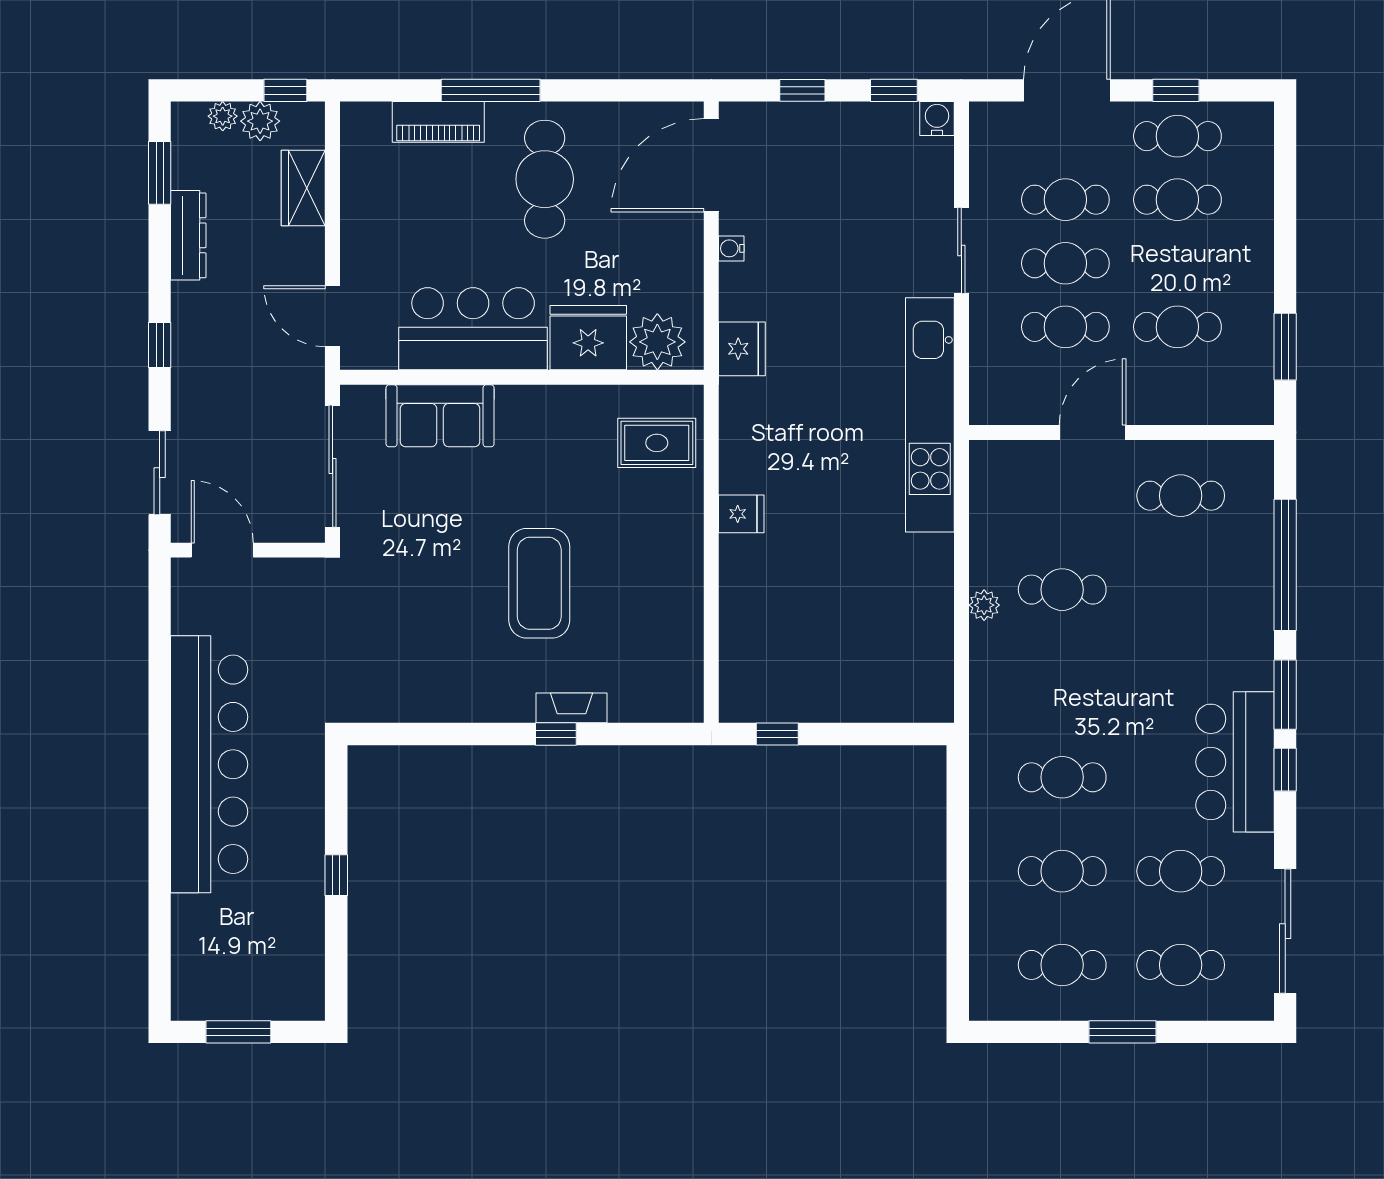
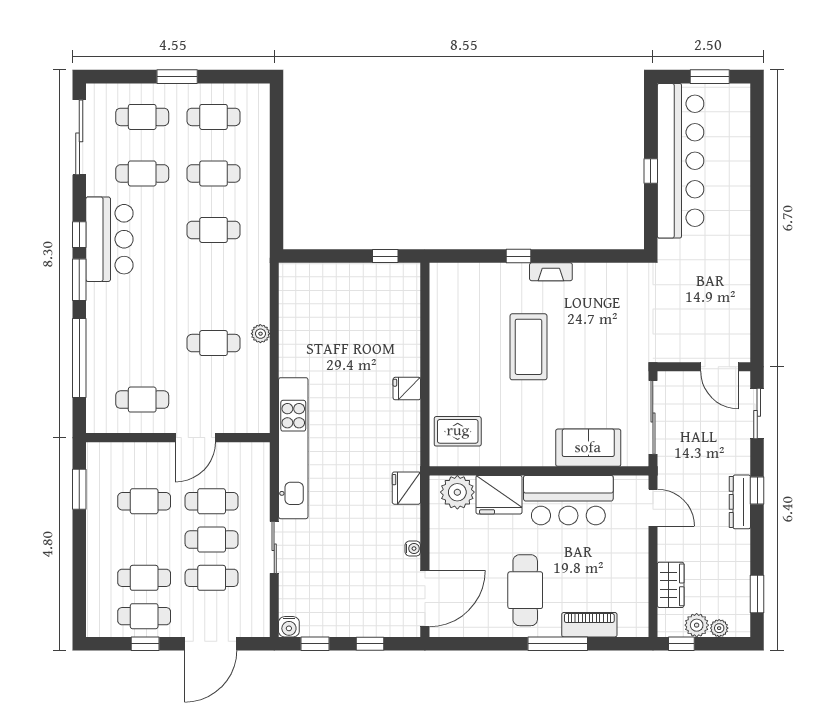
dresser: (188, 235) -> (740, 502), moved
fireplace: (572, 708) -> (551, 272), moved
bar counter: (209, 764) -> (681, 161), moved, turned 180

